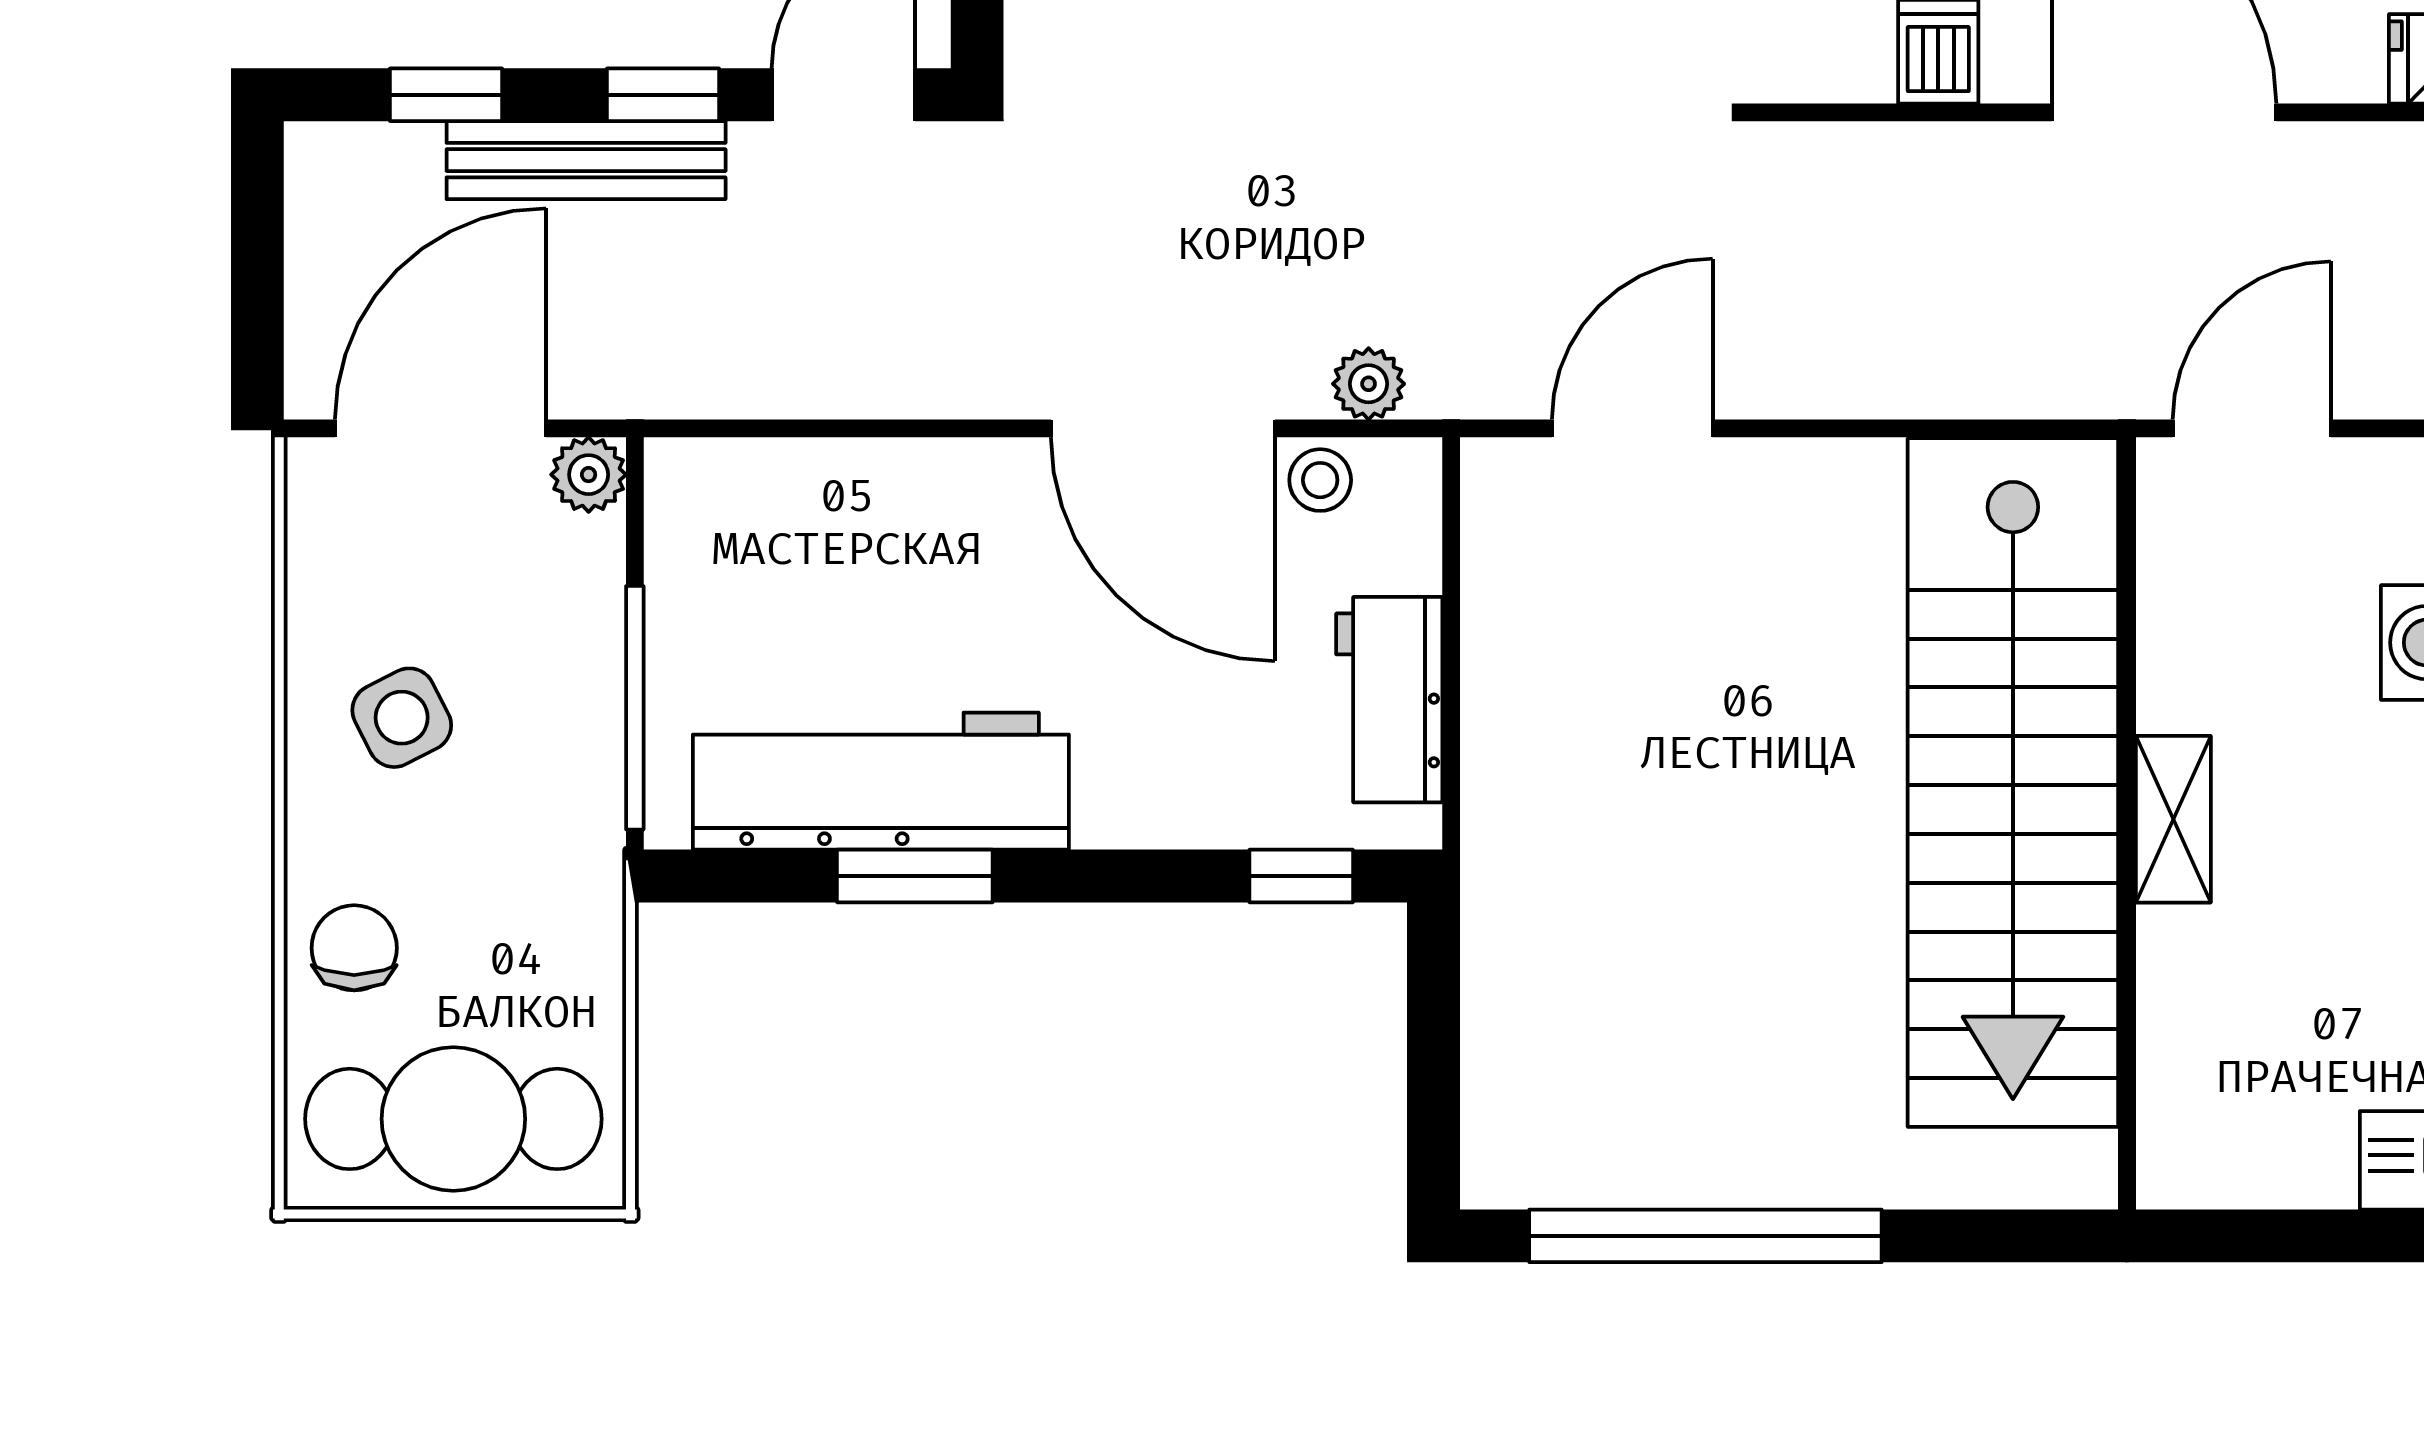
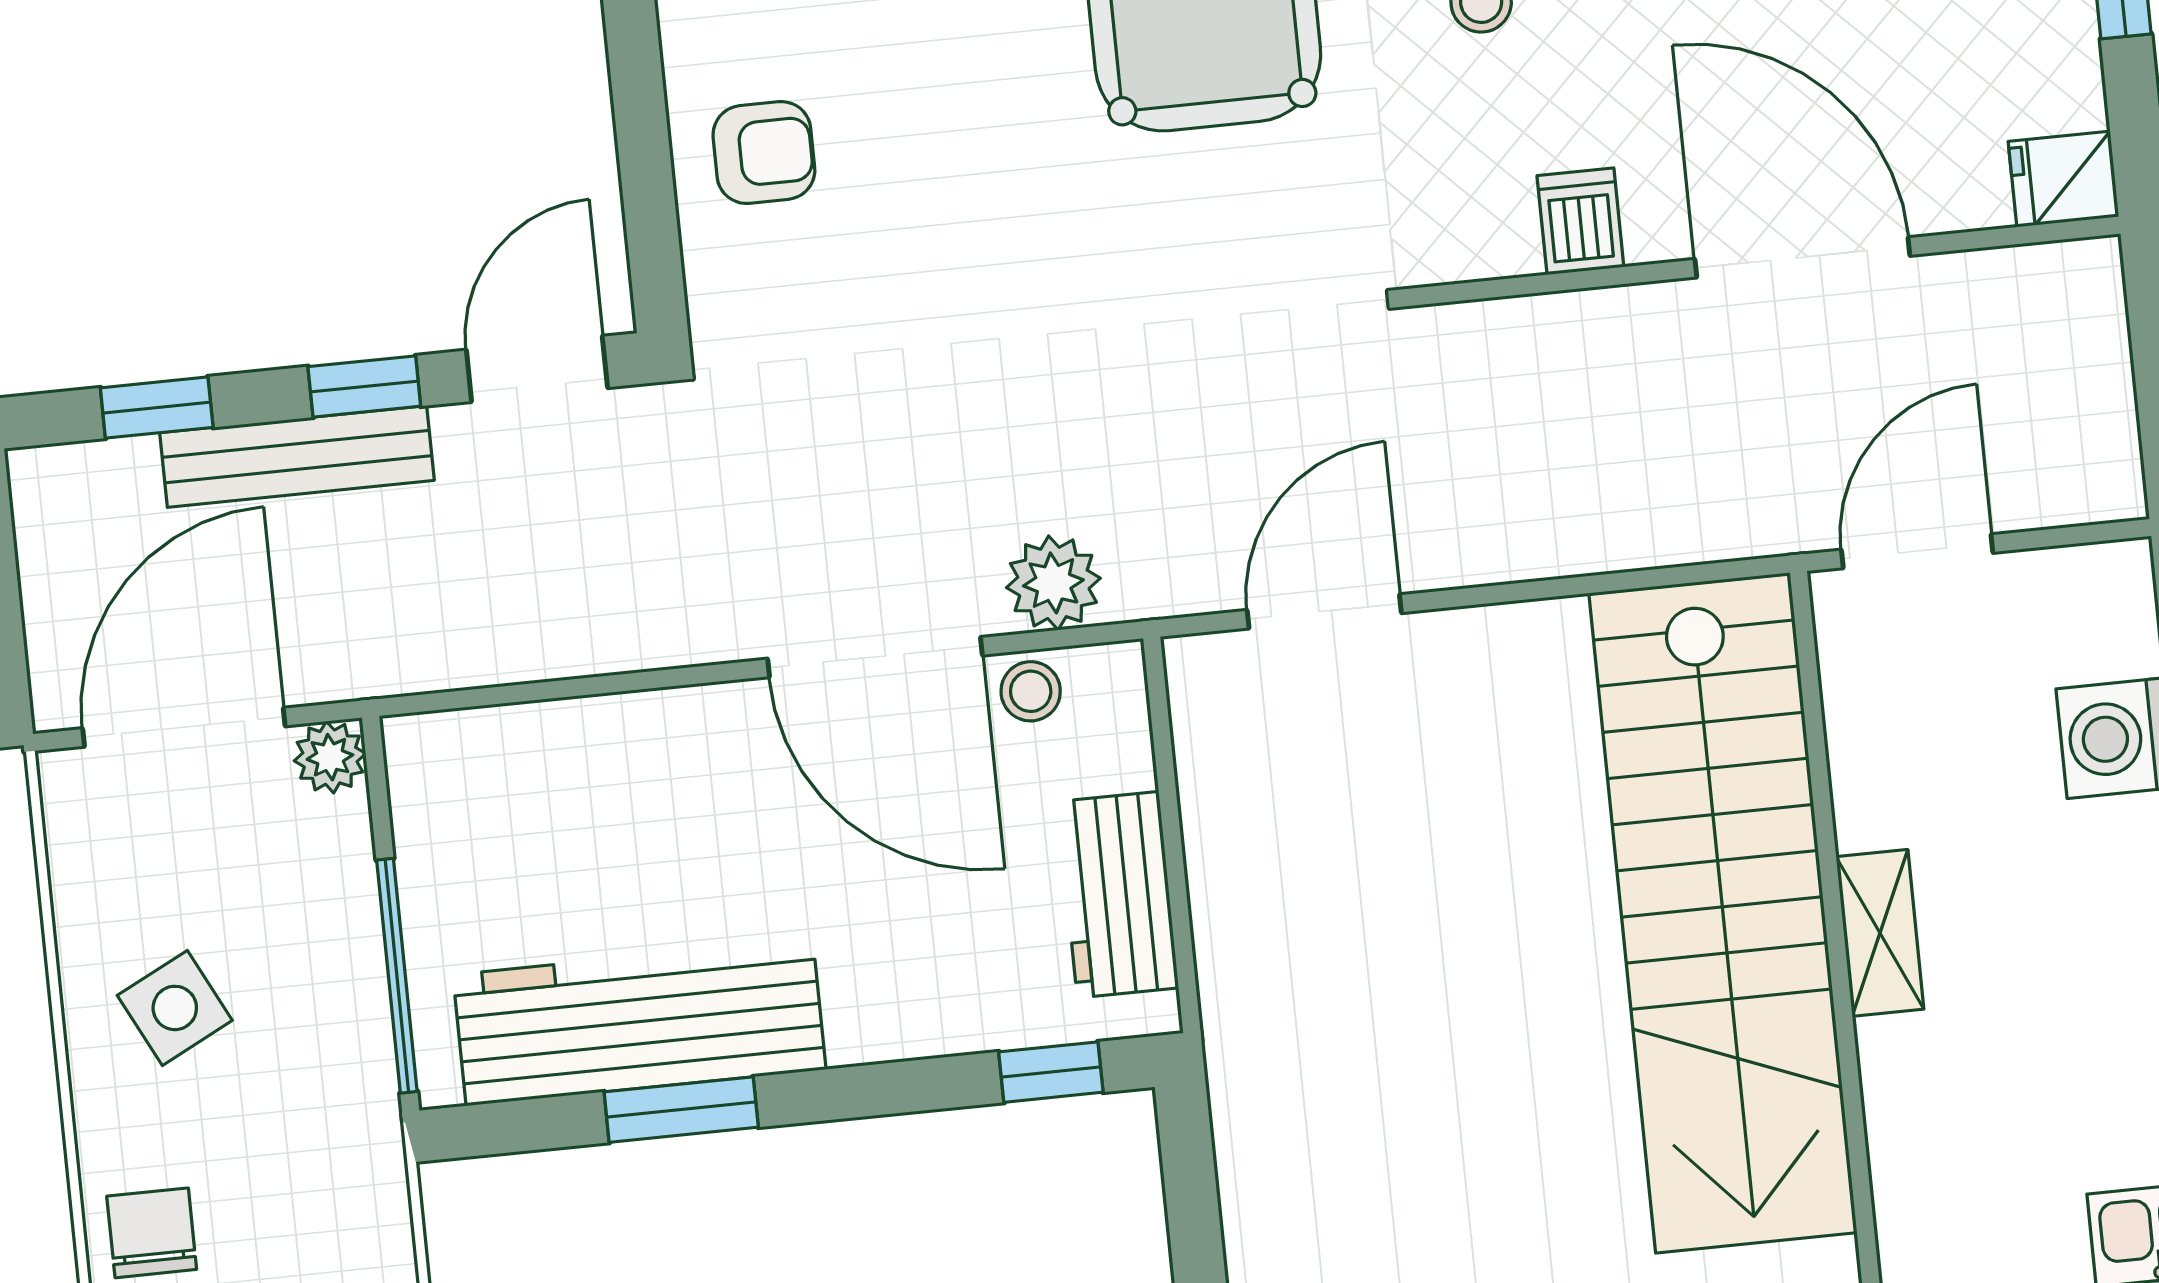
plant: (1369, 384) -> (1053, 583), width x1.38, depth x1.38

